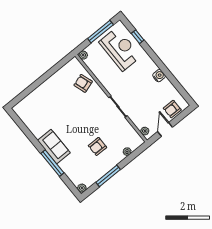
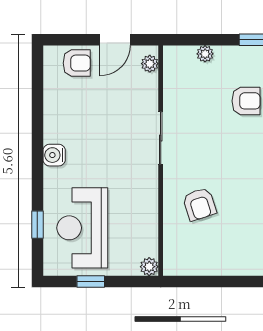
window: (100, 32) -> (91, 282), width x0.46
water cooler: (159, 76) -> (54, 155), moved
armchair: (83, 83) -> (199, 204), moved

